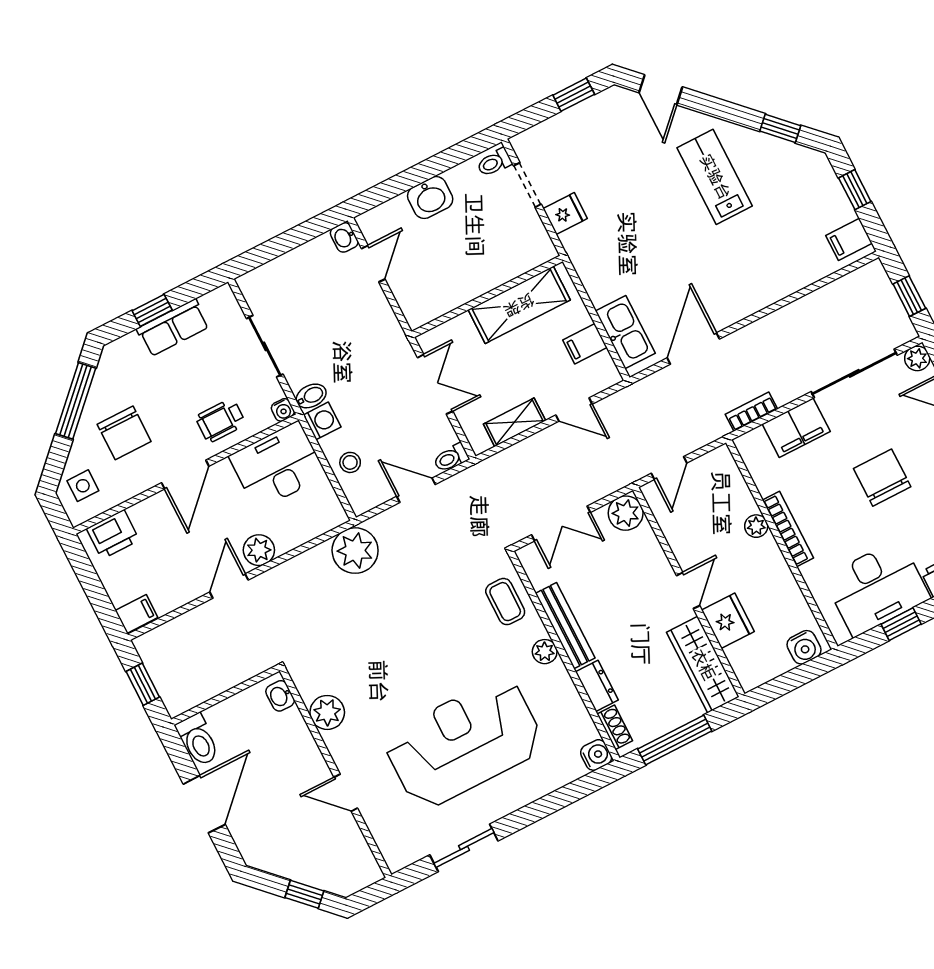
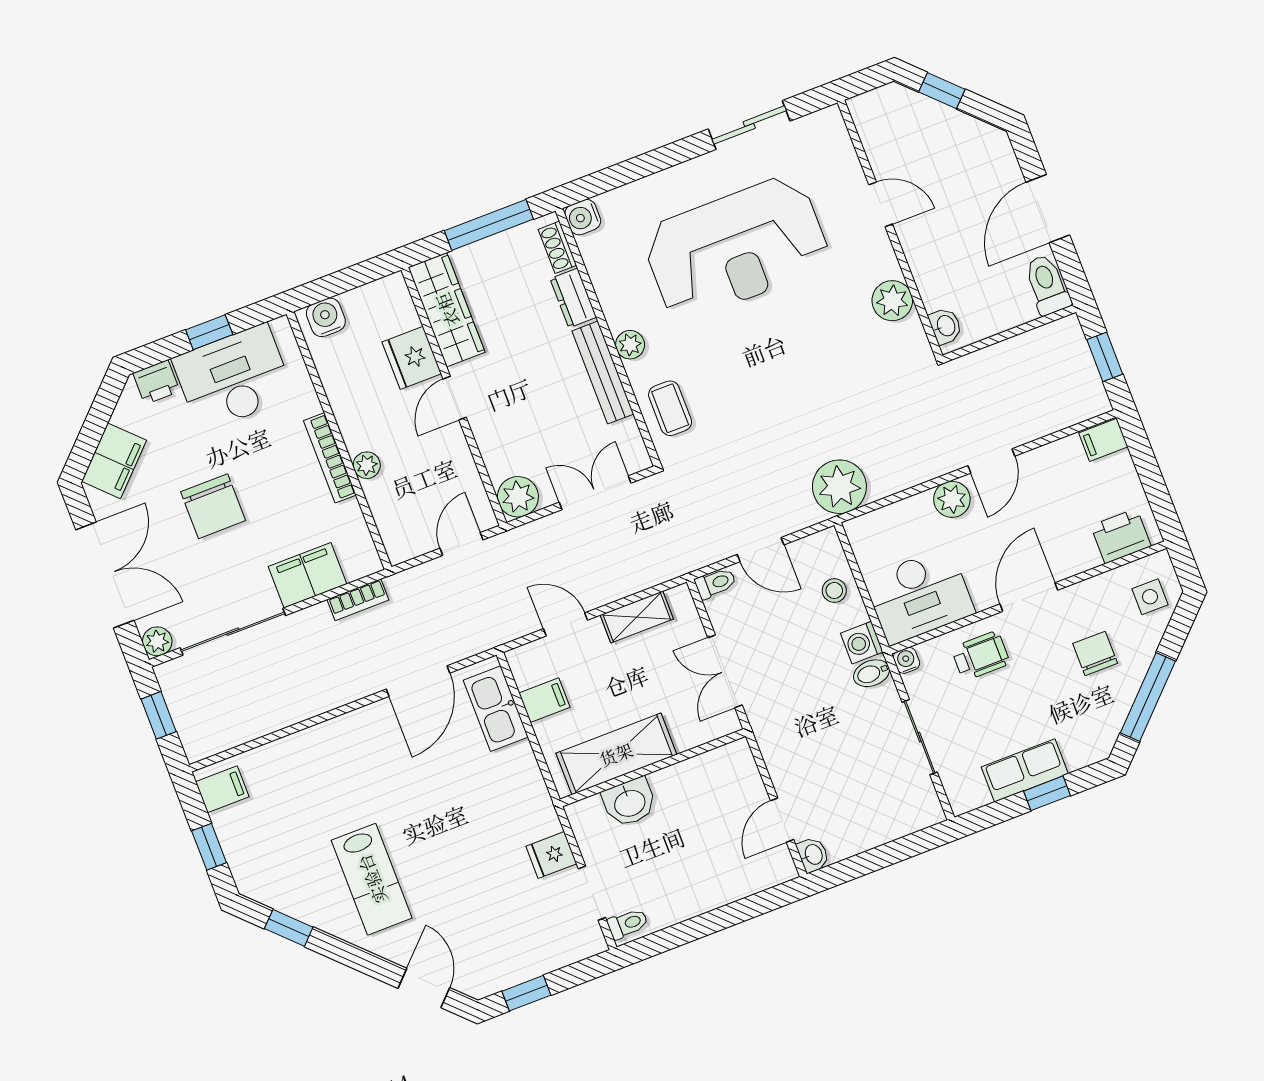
washbasin: (430, 198) -> (629, 802), moved, turned 180
chair: (124, 433) -> (1095, 653), width x0.73, depth x0.73

